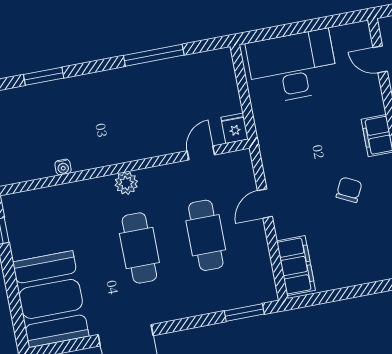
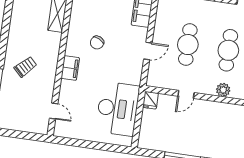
desk: (292, 67) -> (118, 109), moved, turned -90
door: (201, 153) -> (186, 94), moved

